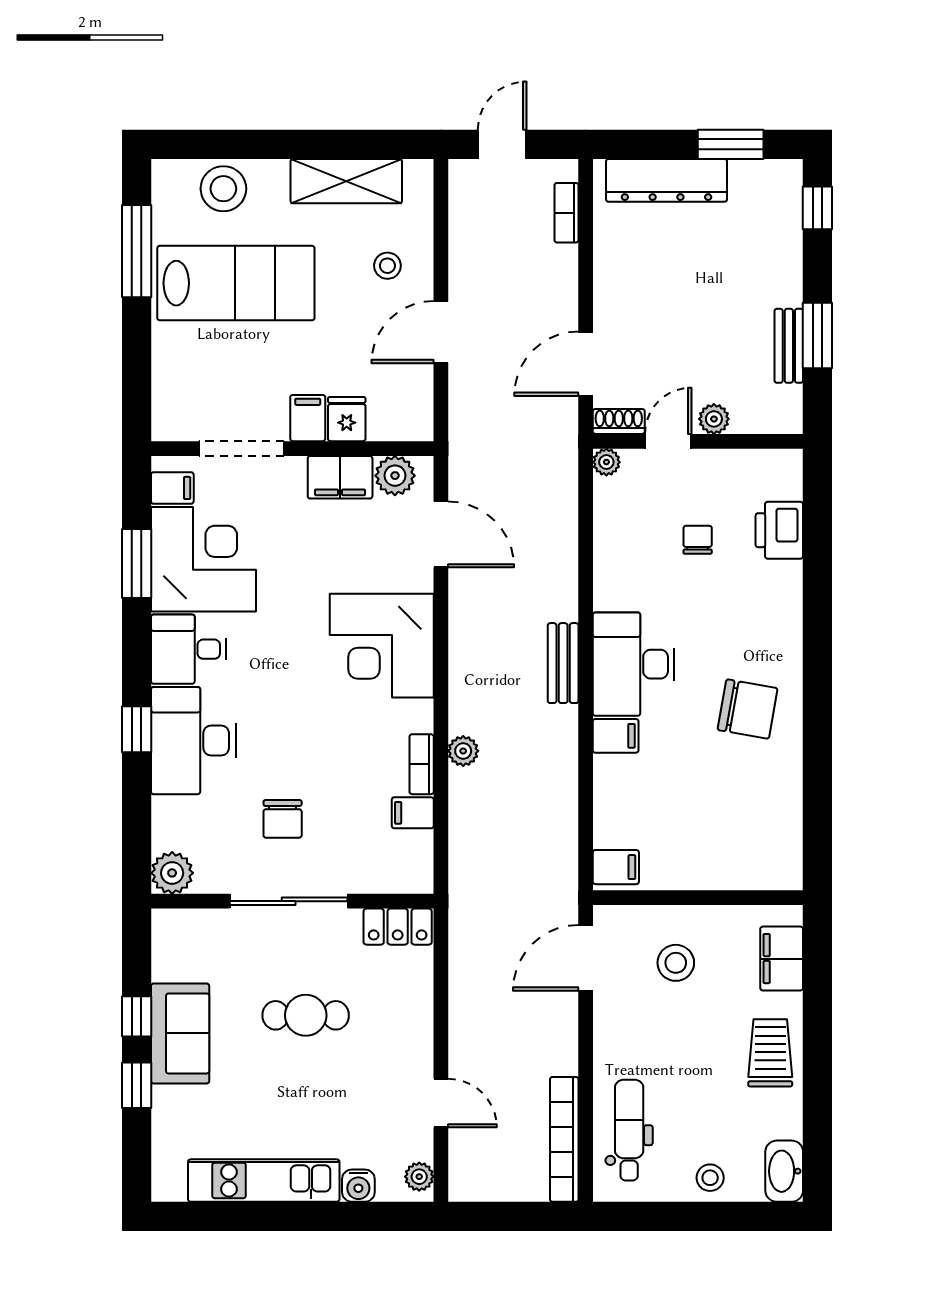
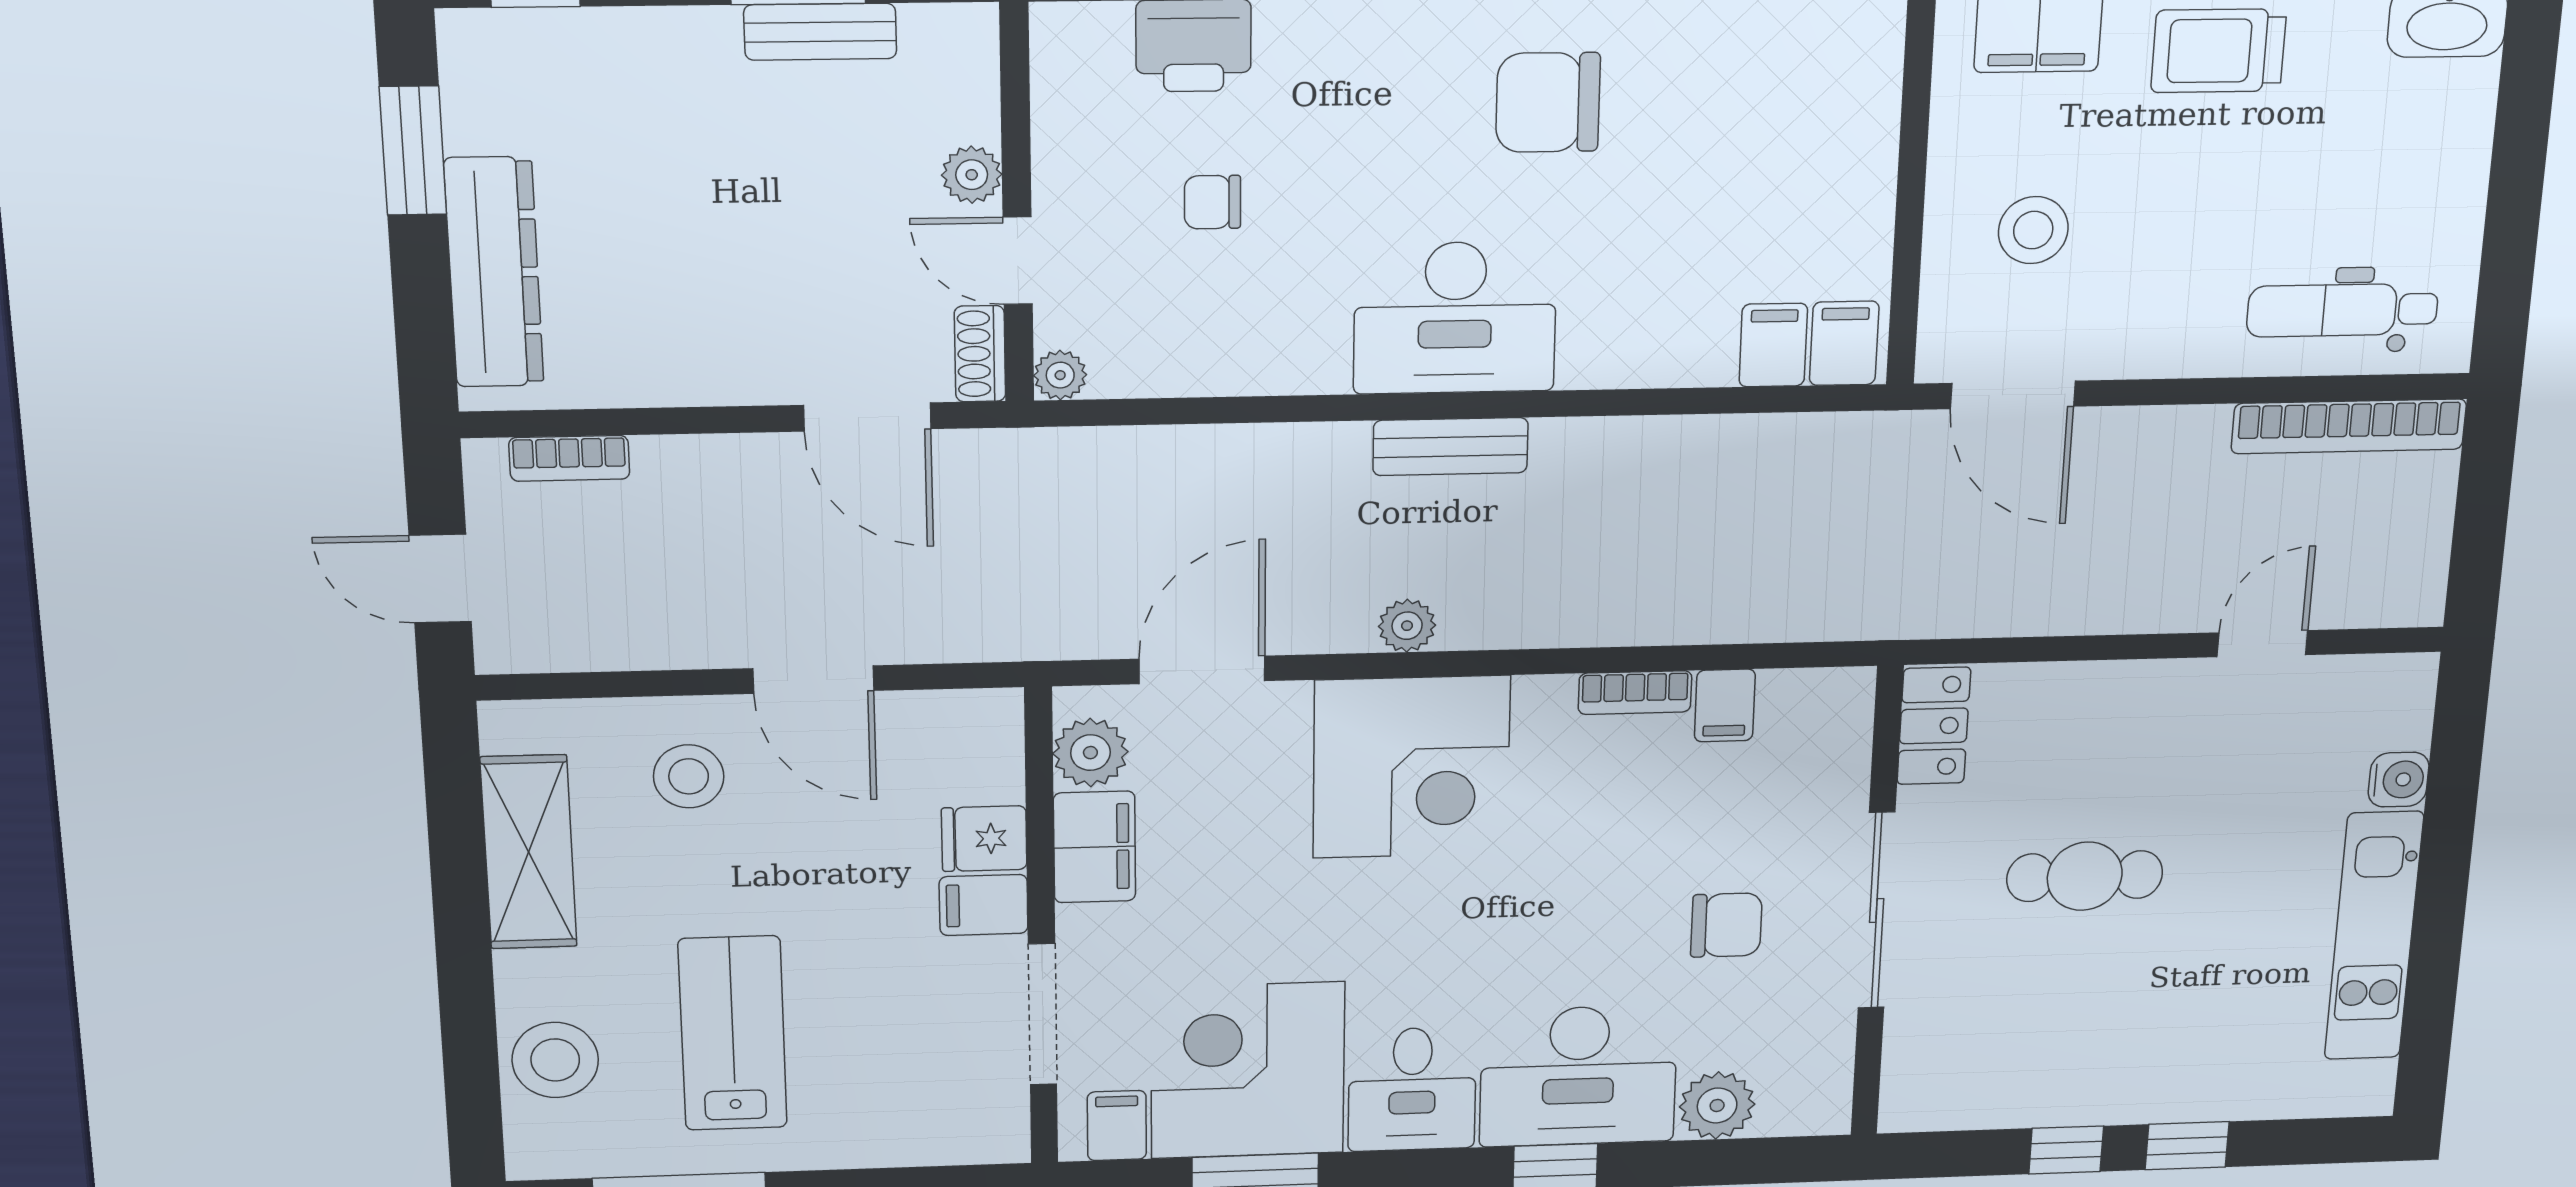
stool: (387, 266) -> (689, 776), width x1.37, depth x1.37
lab bench: (236, 283) -> (733, 1033), width x0.73, depth x0.72
chair: (748, 709) -> (1548, 102), turned -100
filing cabinet: (616, 736) -> (1773, 345), moved
plant: (463, 751) -> (1407, 626), moved
plant: (172, 873) -> (1717, 1106), moved
cafe table: (306, 1015) -> (2085, 876), turned 90
sofa: (180, 1033) -> (2102, 1080), removed
plant: (419, 1177) -> (2393, 677), removed
stool: (710, 1178) -> (2446, 160), removed

